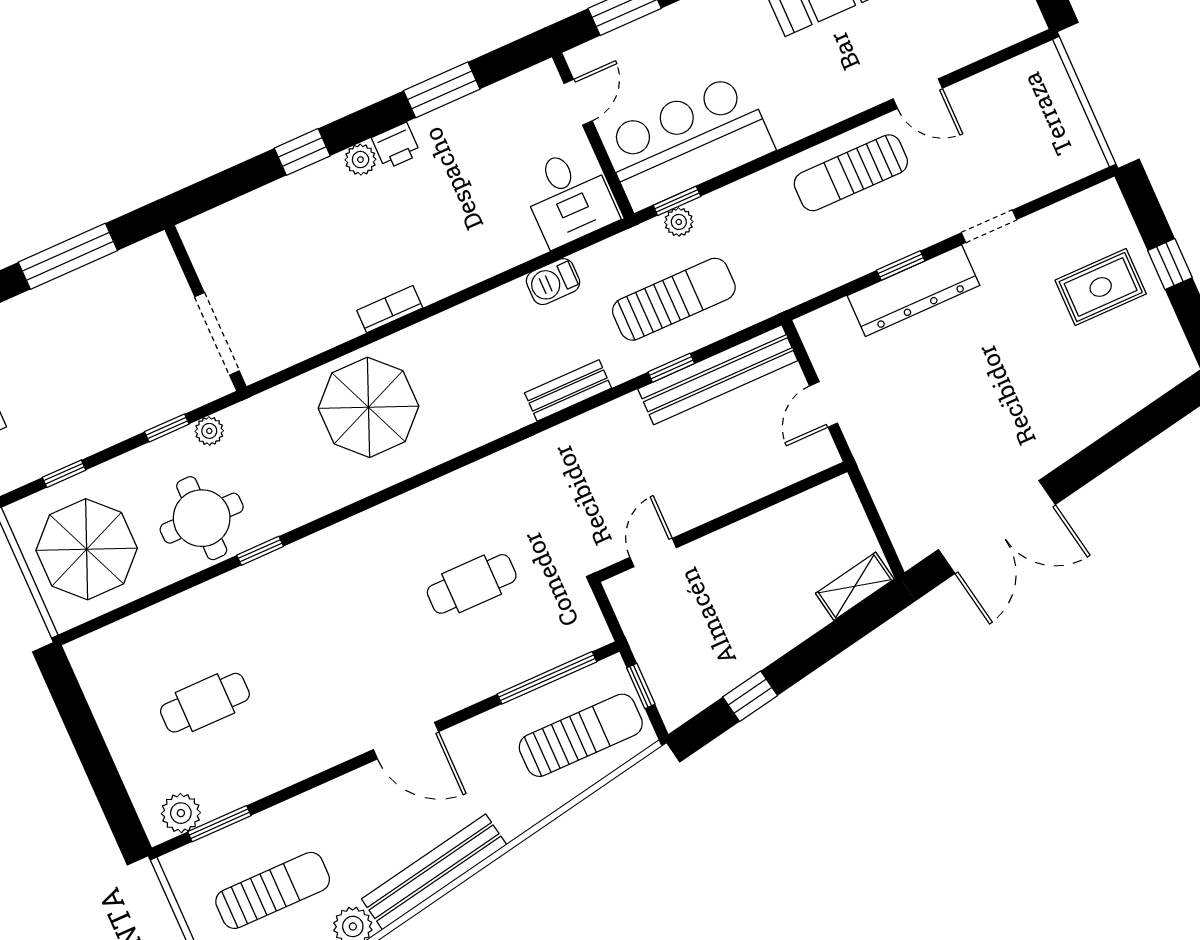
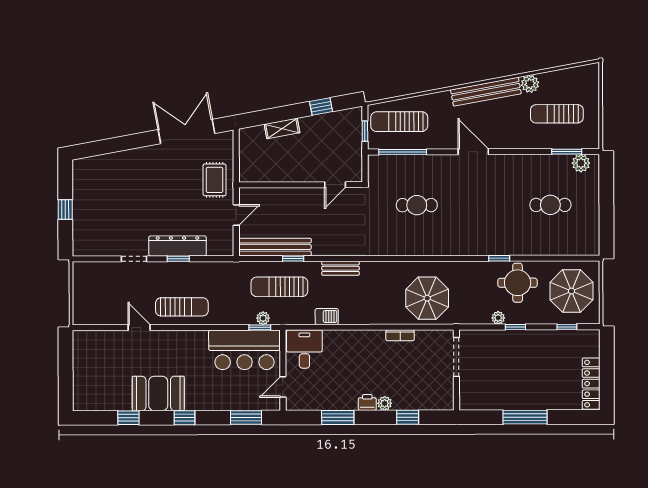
rug: (1101, 287) -> (215, 180), moved, turned 90
wall: (205, 308) -> (456, 370), moved
doorway: (217, 334) -> (456, 357), moved
shelving: (855, 586) -> (282, 128), moved

